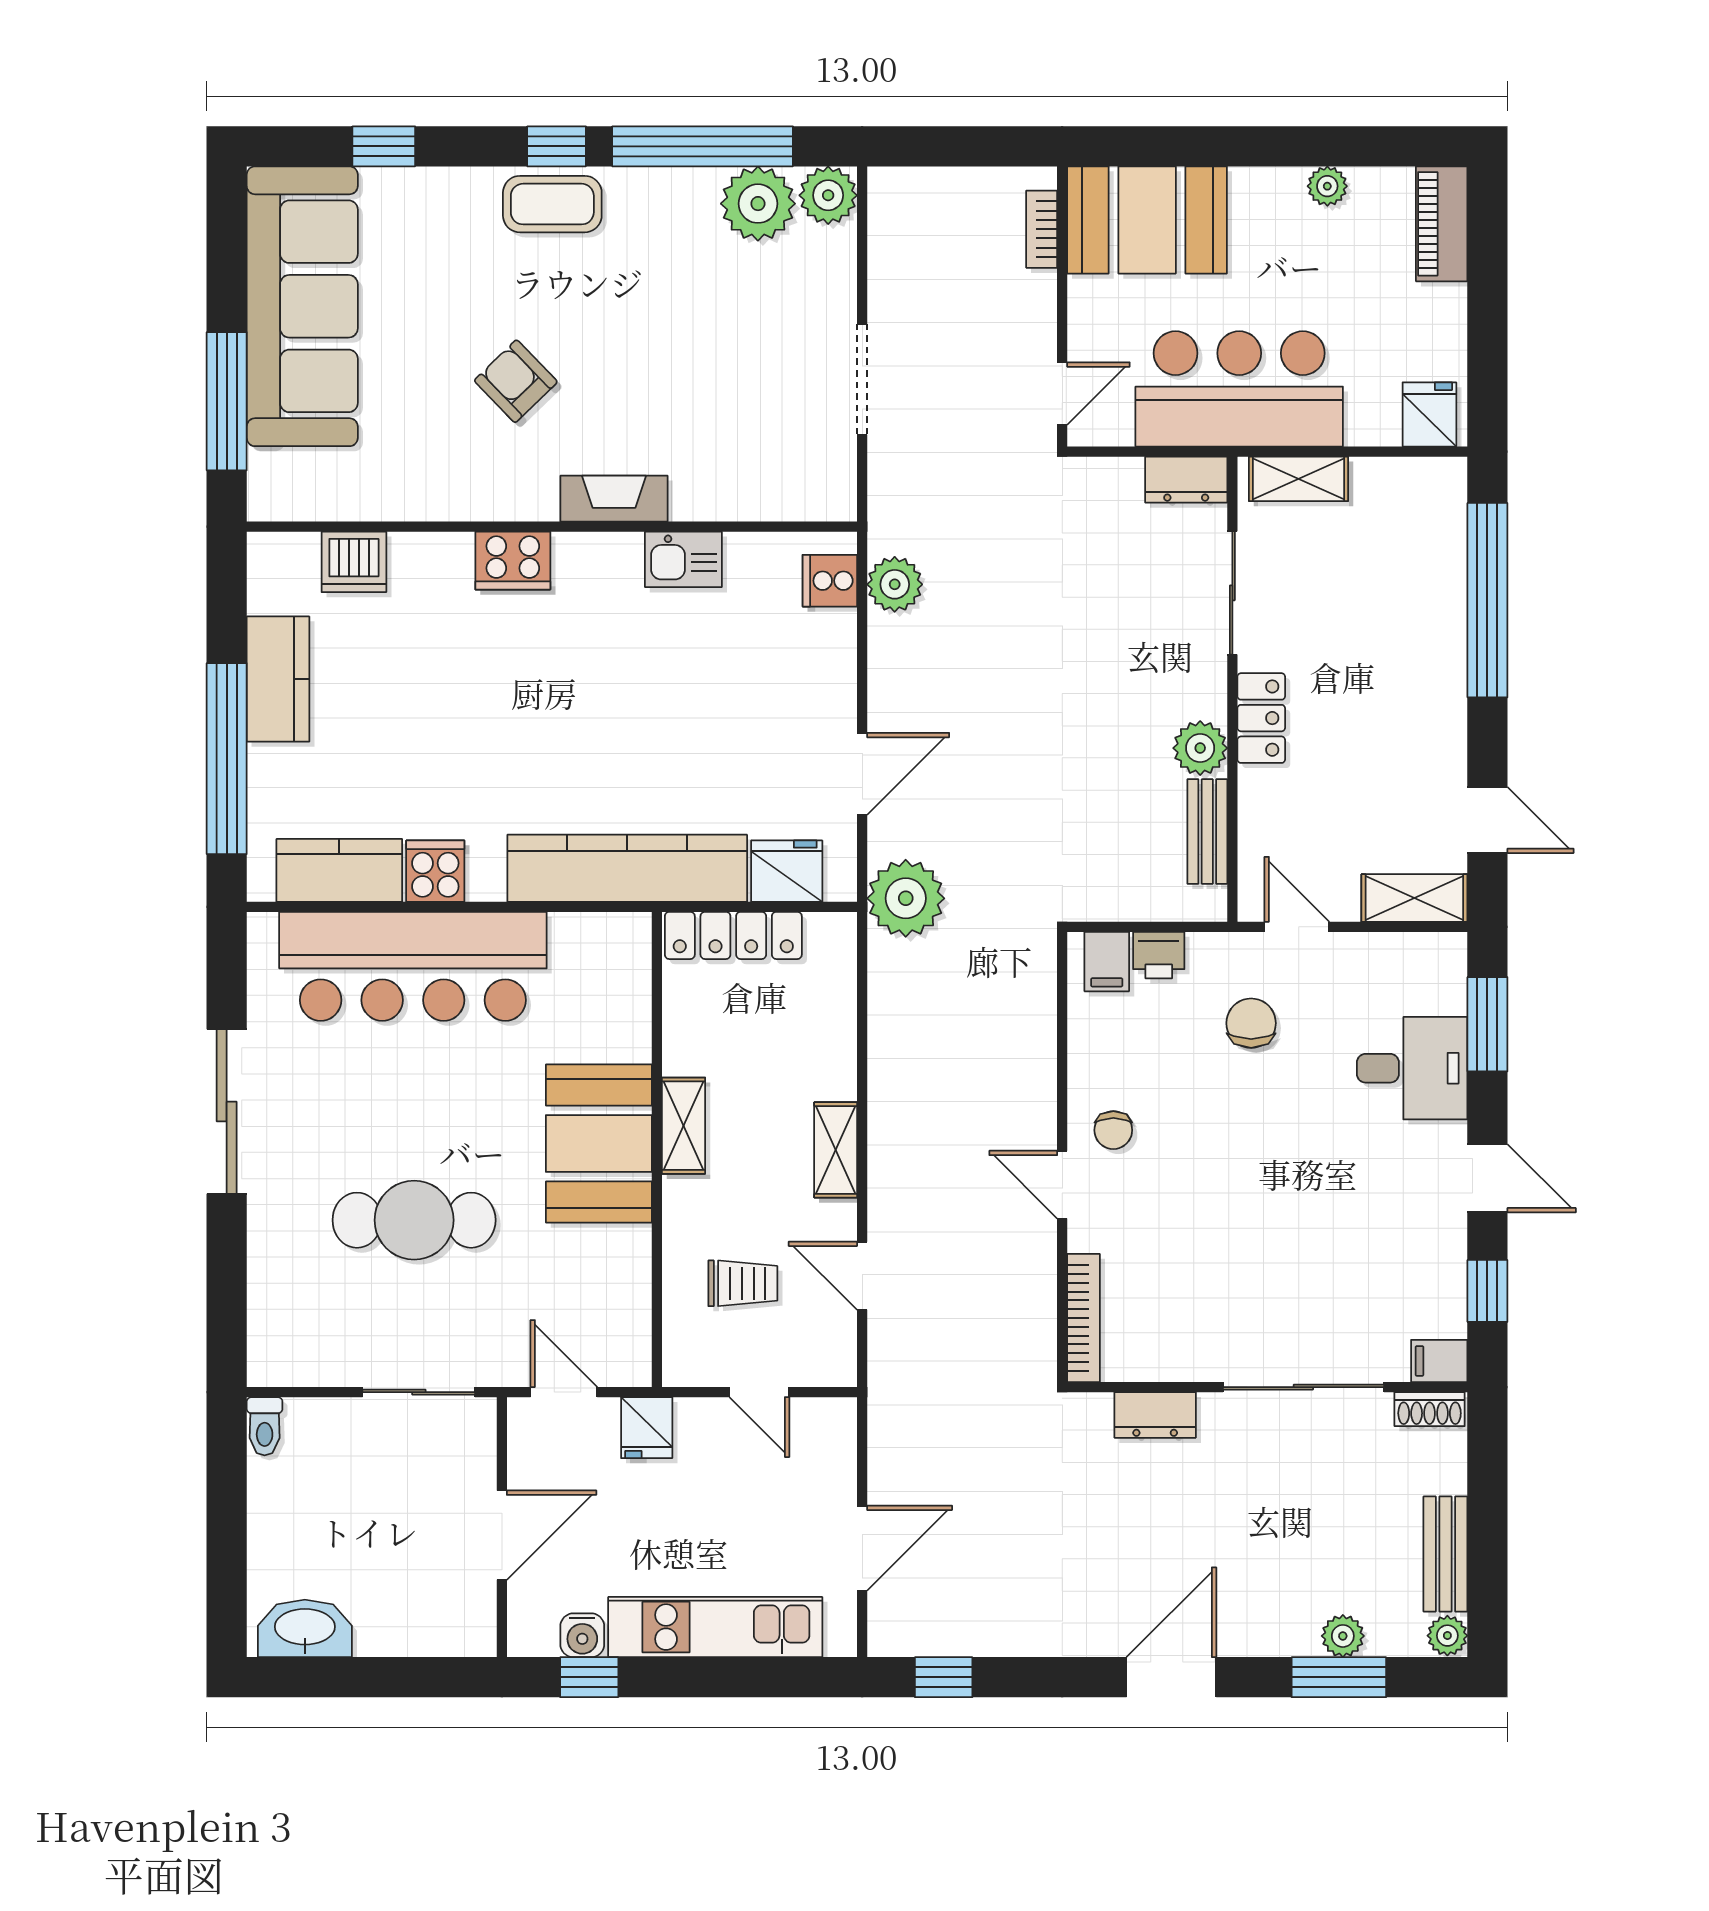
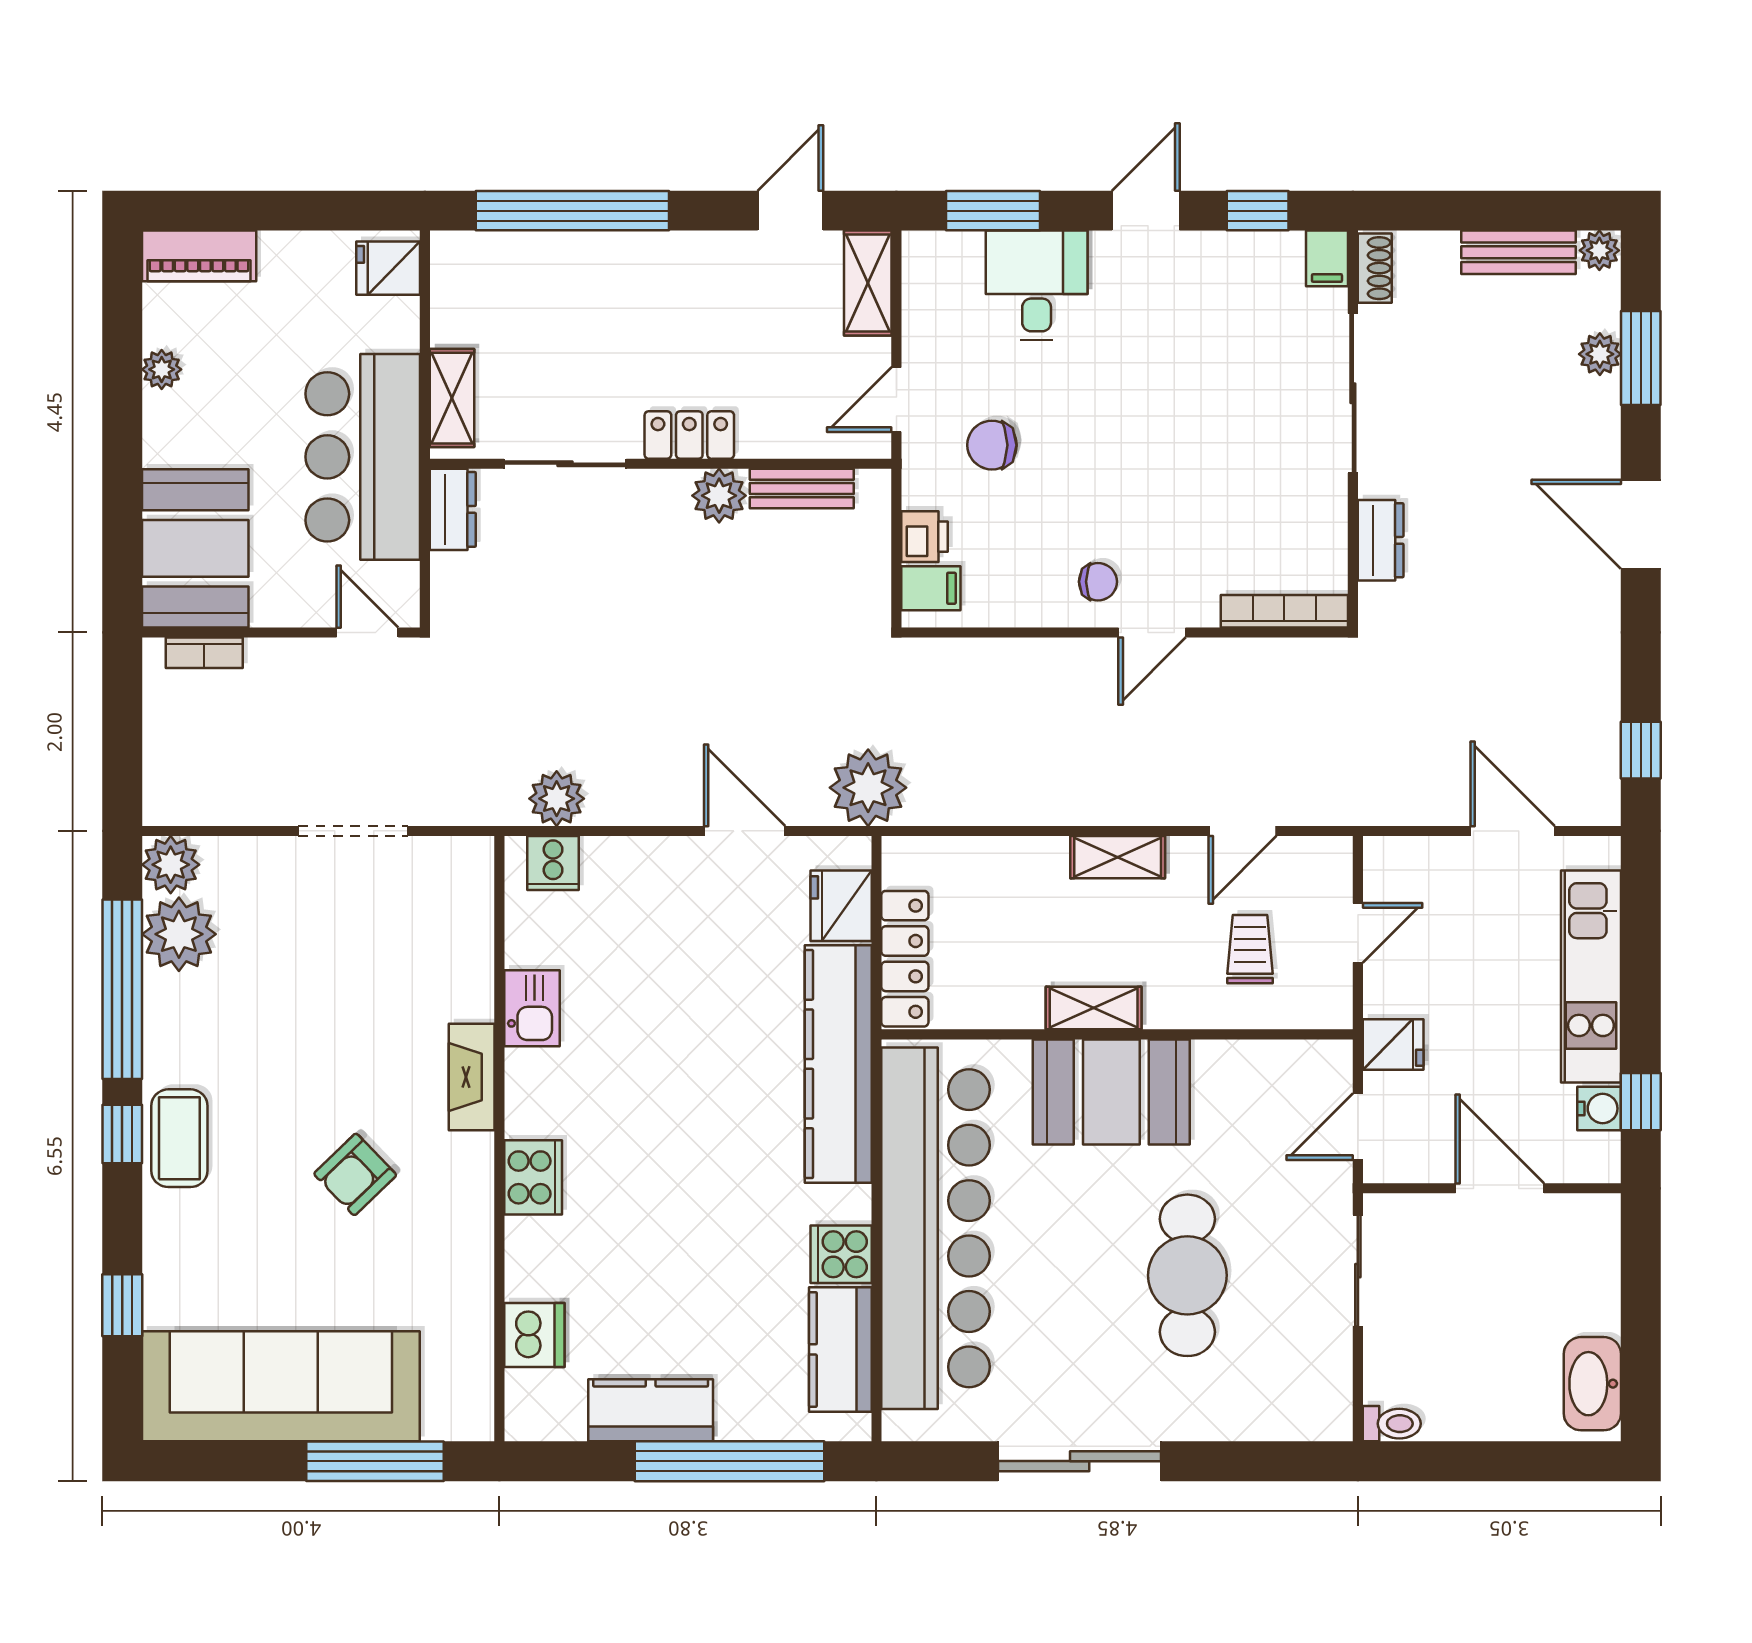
bar counter: (413, 966) -> (935, 1228), width x1.36

